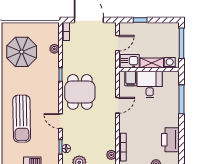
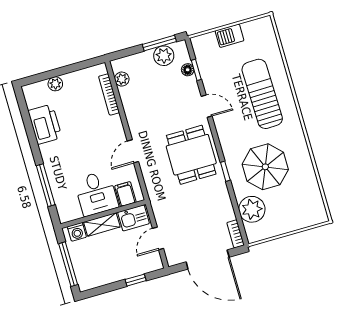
plant: (54, 49) -> (252, 209), width x1.88, depth x1.88
parasol: (22, 52) -> (265, 167), moved

